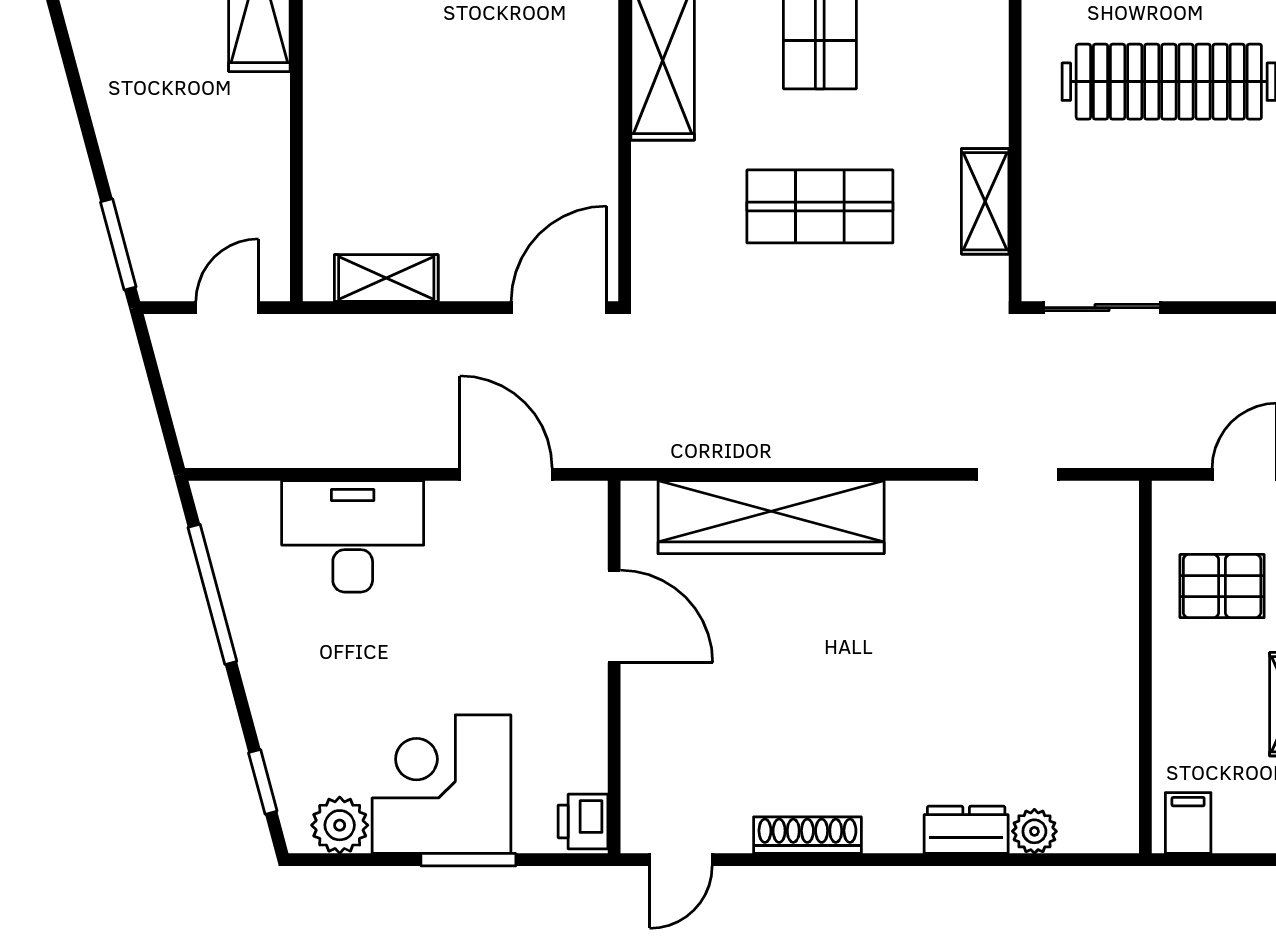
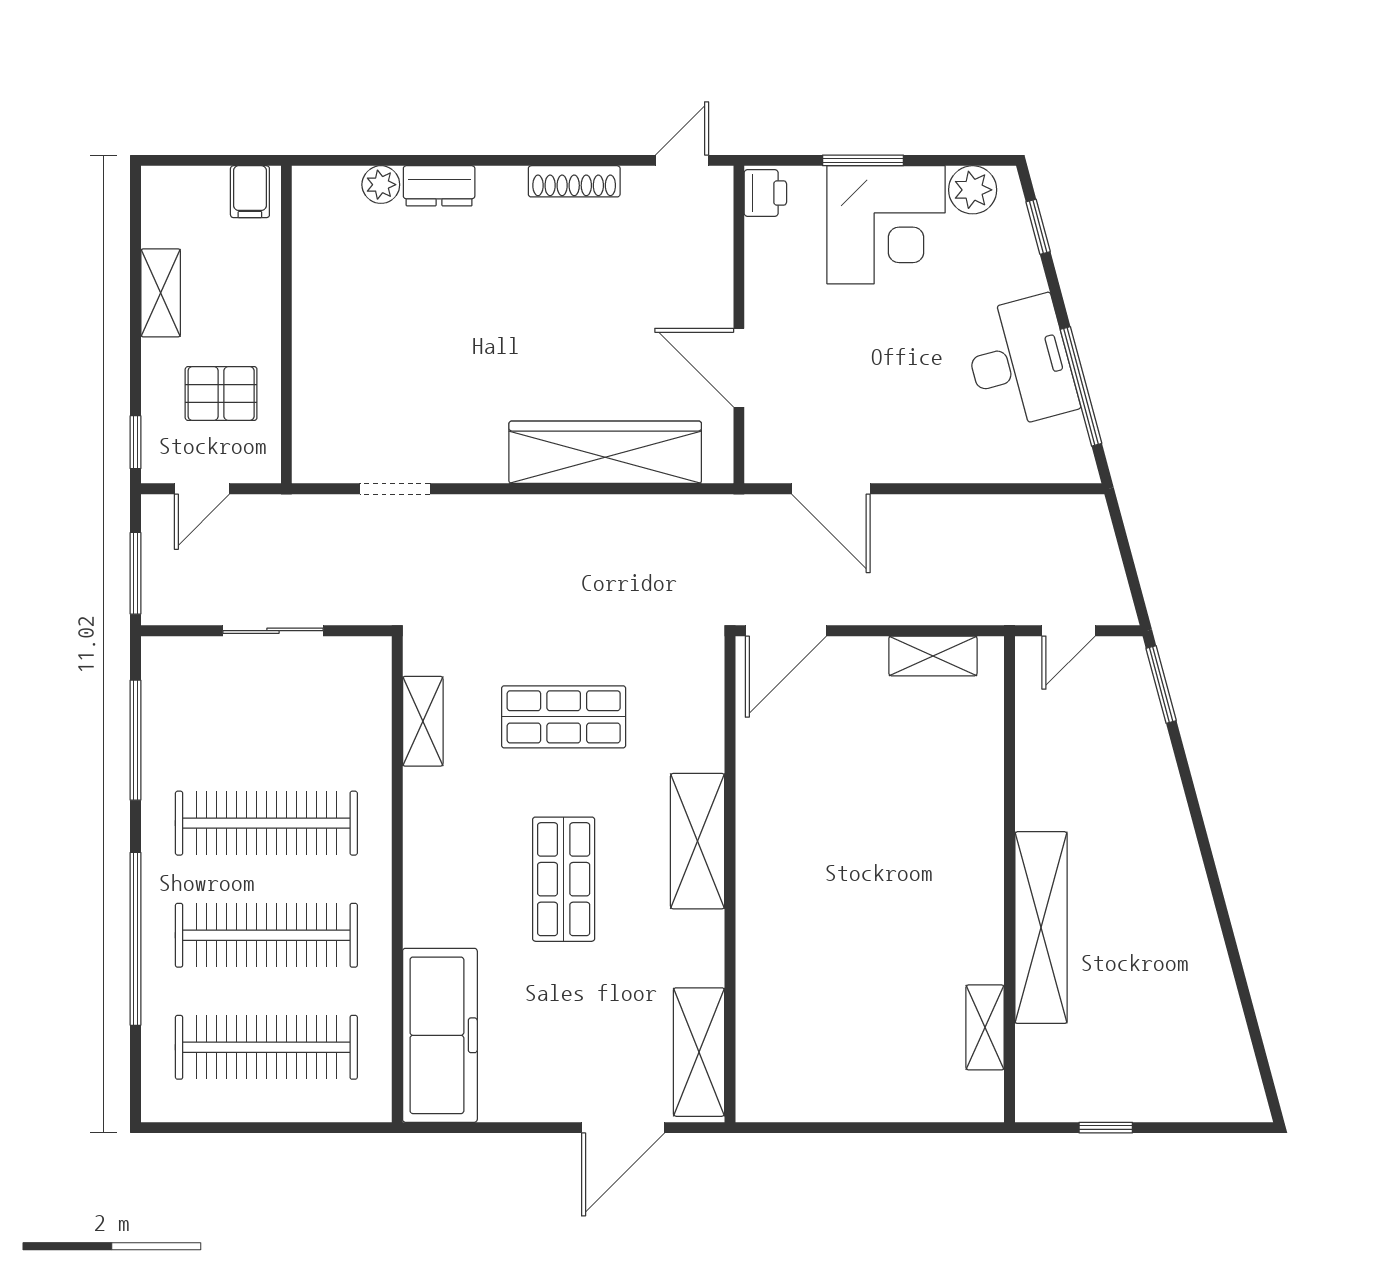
sliding door: (1102, 308) -> (273, 631), moved
desk: (353, 536) -> (1020, 362), moved, turned -105

